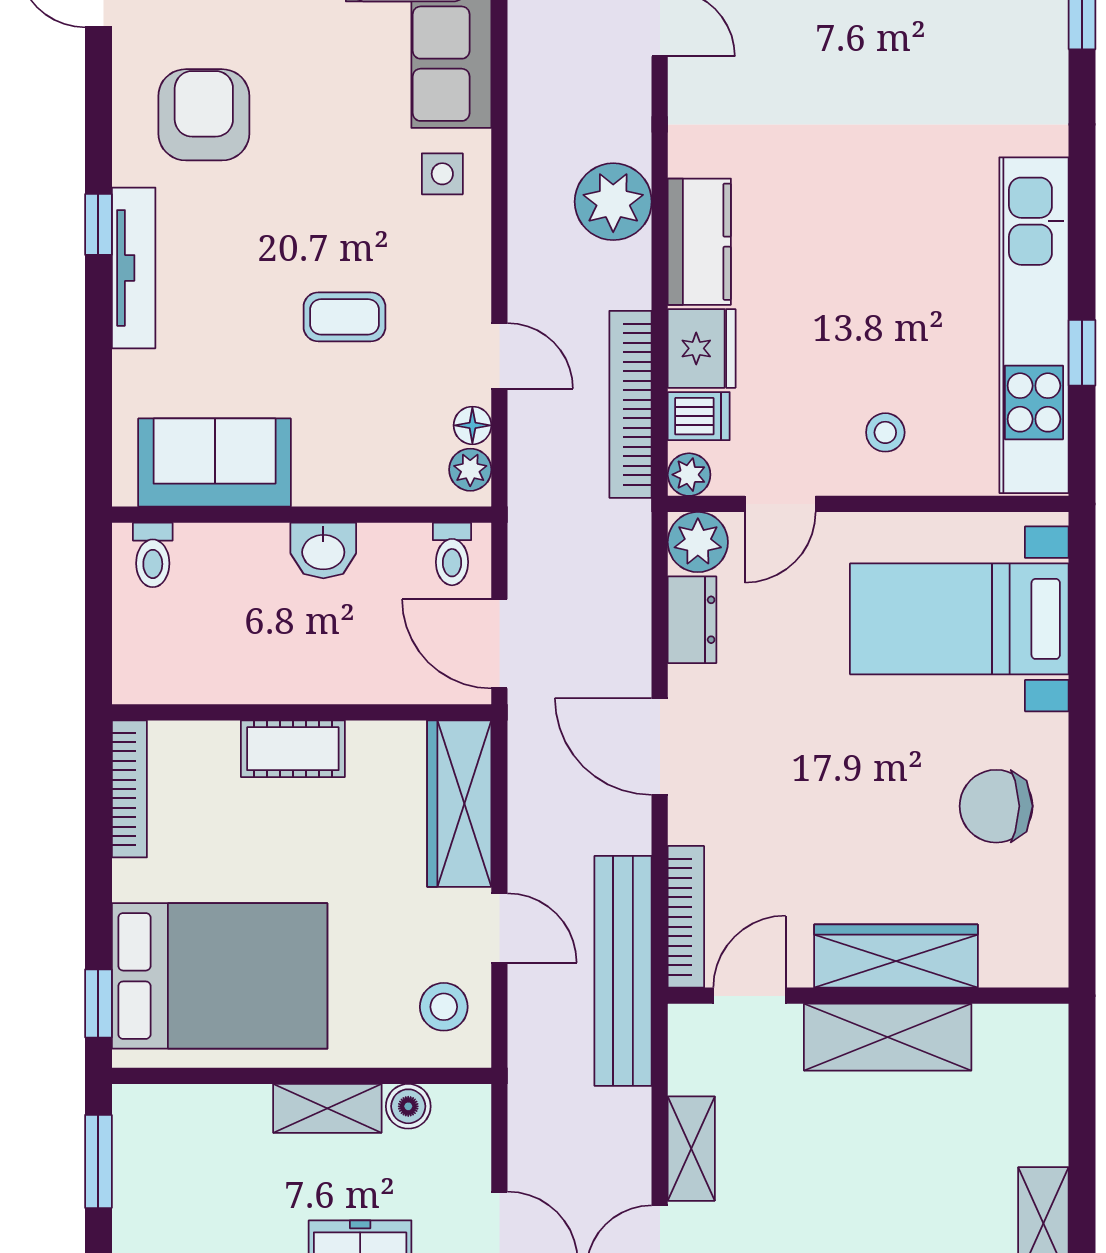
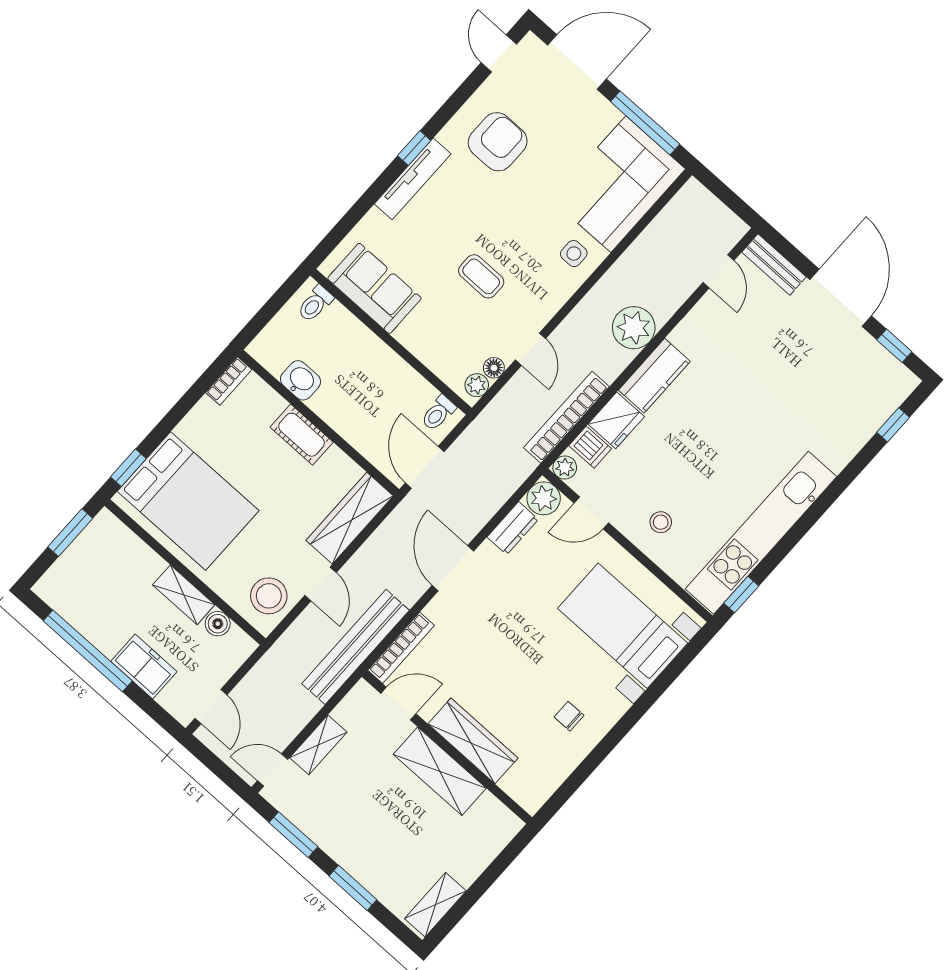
window: (1082, 353) -> (741, 595), moved
washbasin: (323, 550) -> (300, 380), moved, turned 180
bookcase: (129, 789) -> (229, 381), width x0.64
chair: (996, 806) -> (569, 716), width x0.54, depth x0.54
stool: (444, 1007) -> (269, 596), width x1.38, depth x1.38

